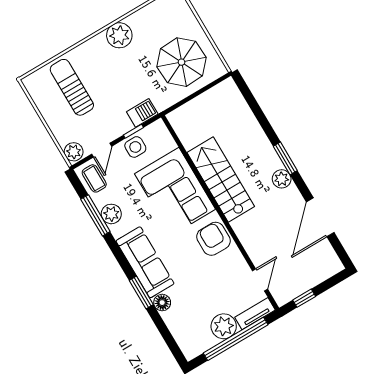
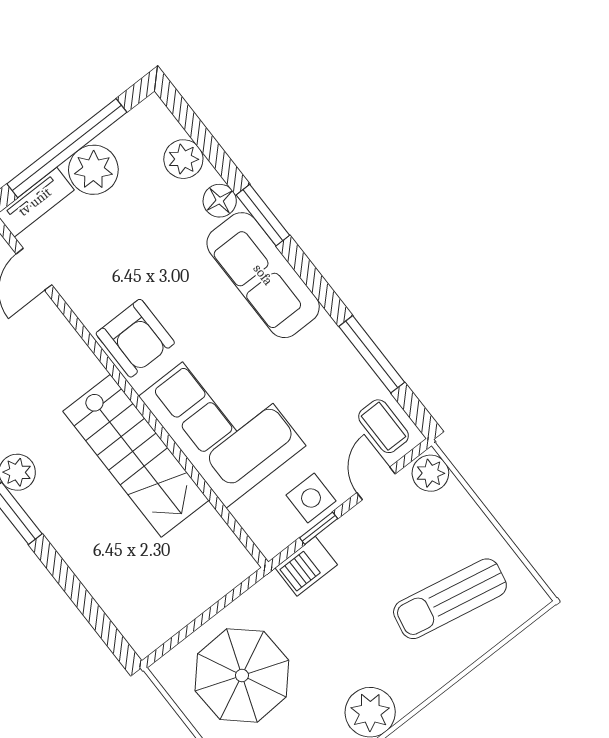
sun lounger: (72, 87) -> (450, 599), turned 101
plant: (111, 214) -> (183, 159), moved

